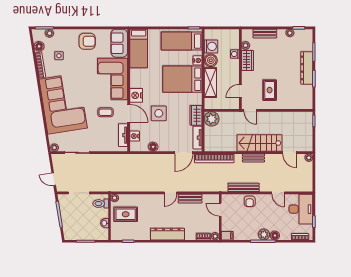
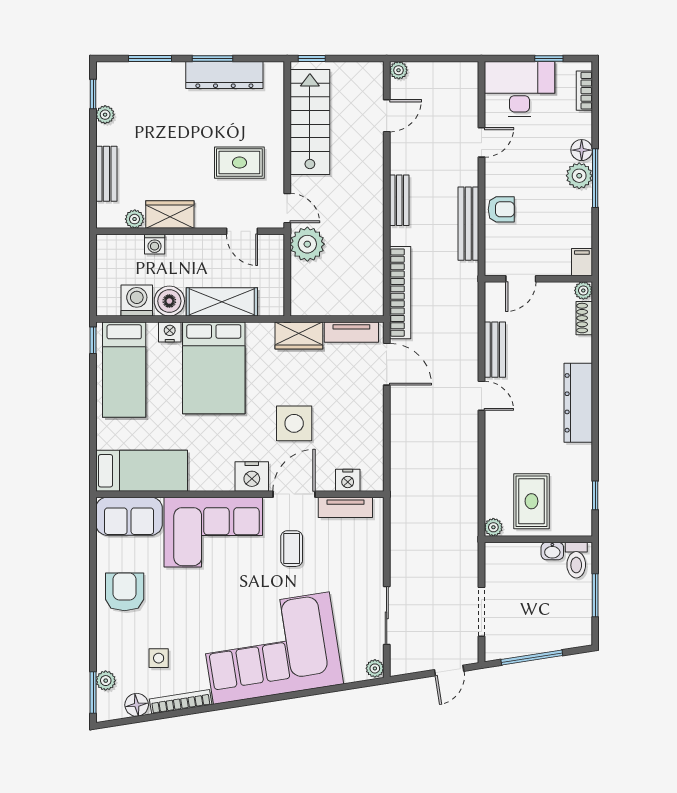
dresser: (307, 68) -> (224, 75), moved
door: (250, 110) -> (287, 208), hinge flipped
plant: (212, 119) -> (307, 244), moved
stairs: (259, 143) -> (310, 122), moved, turned 180
floor lamp: (153, 147) -> (373, 437), removed
toilet: (101, 204) -> (576, 560), moved

